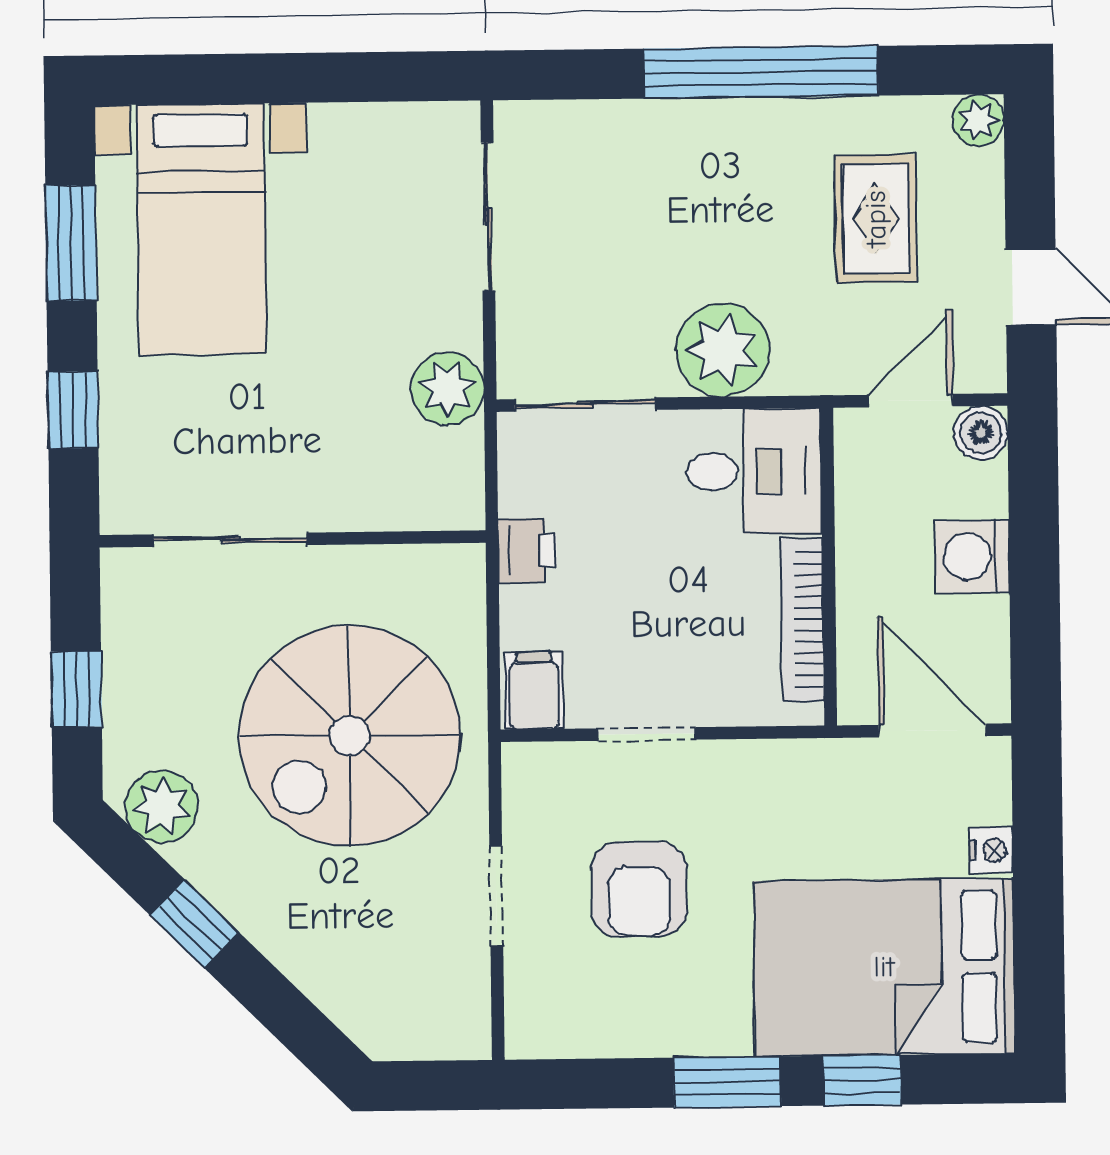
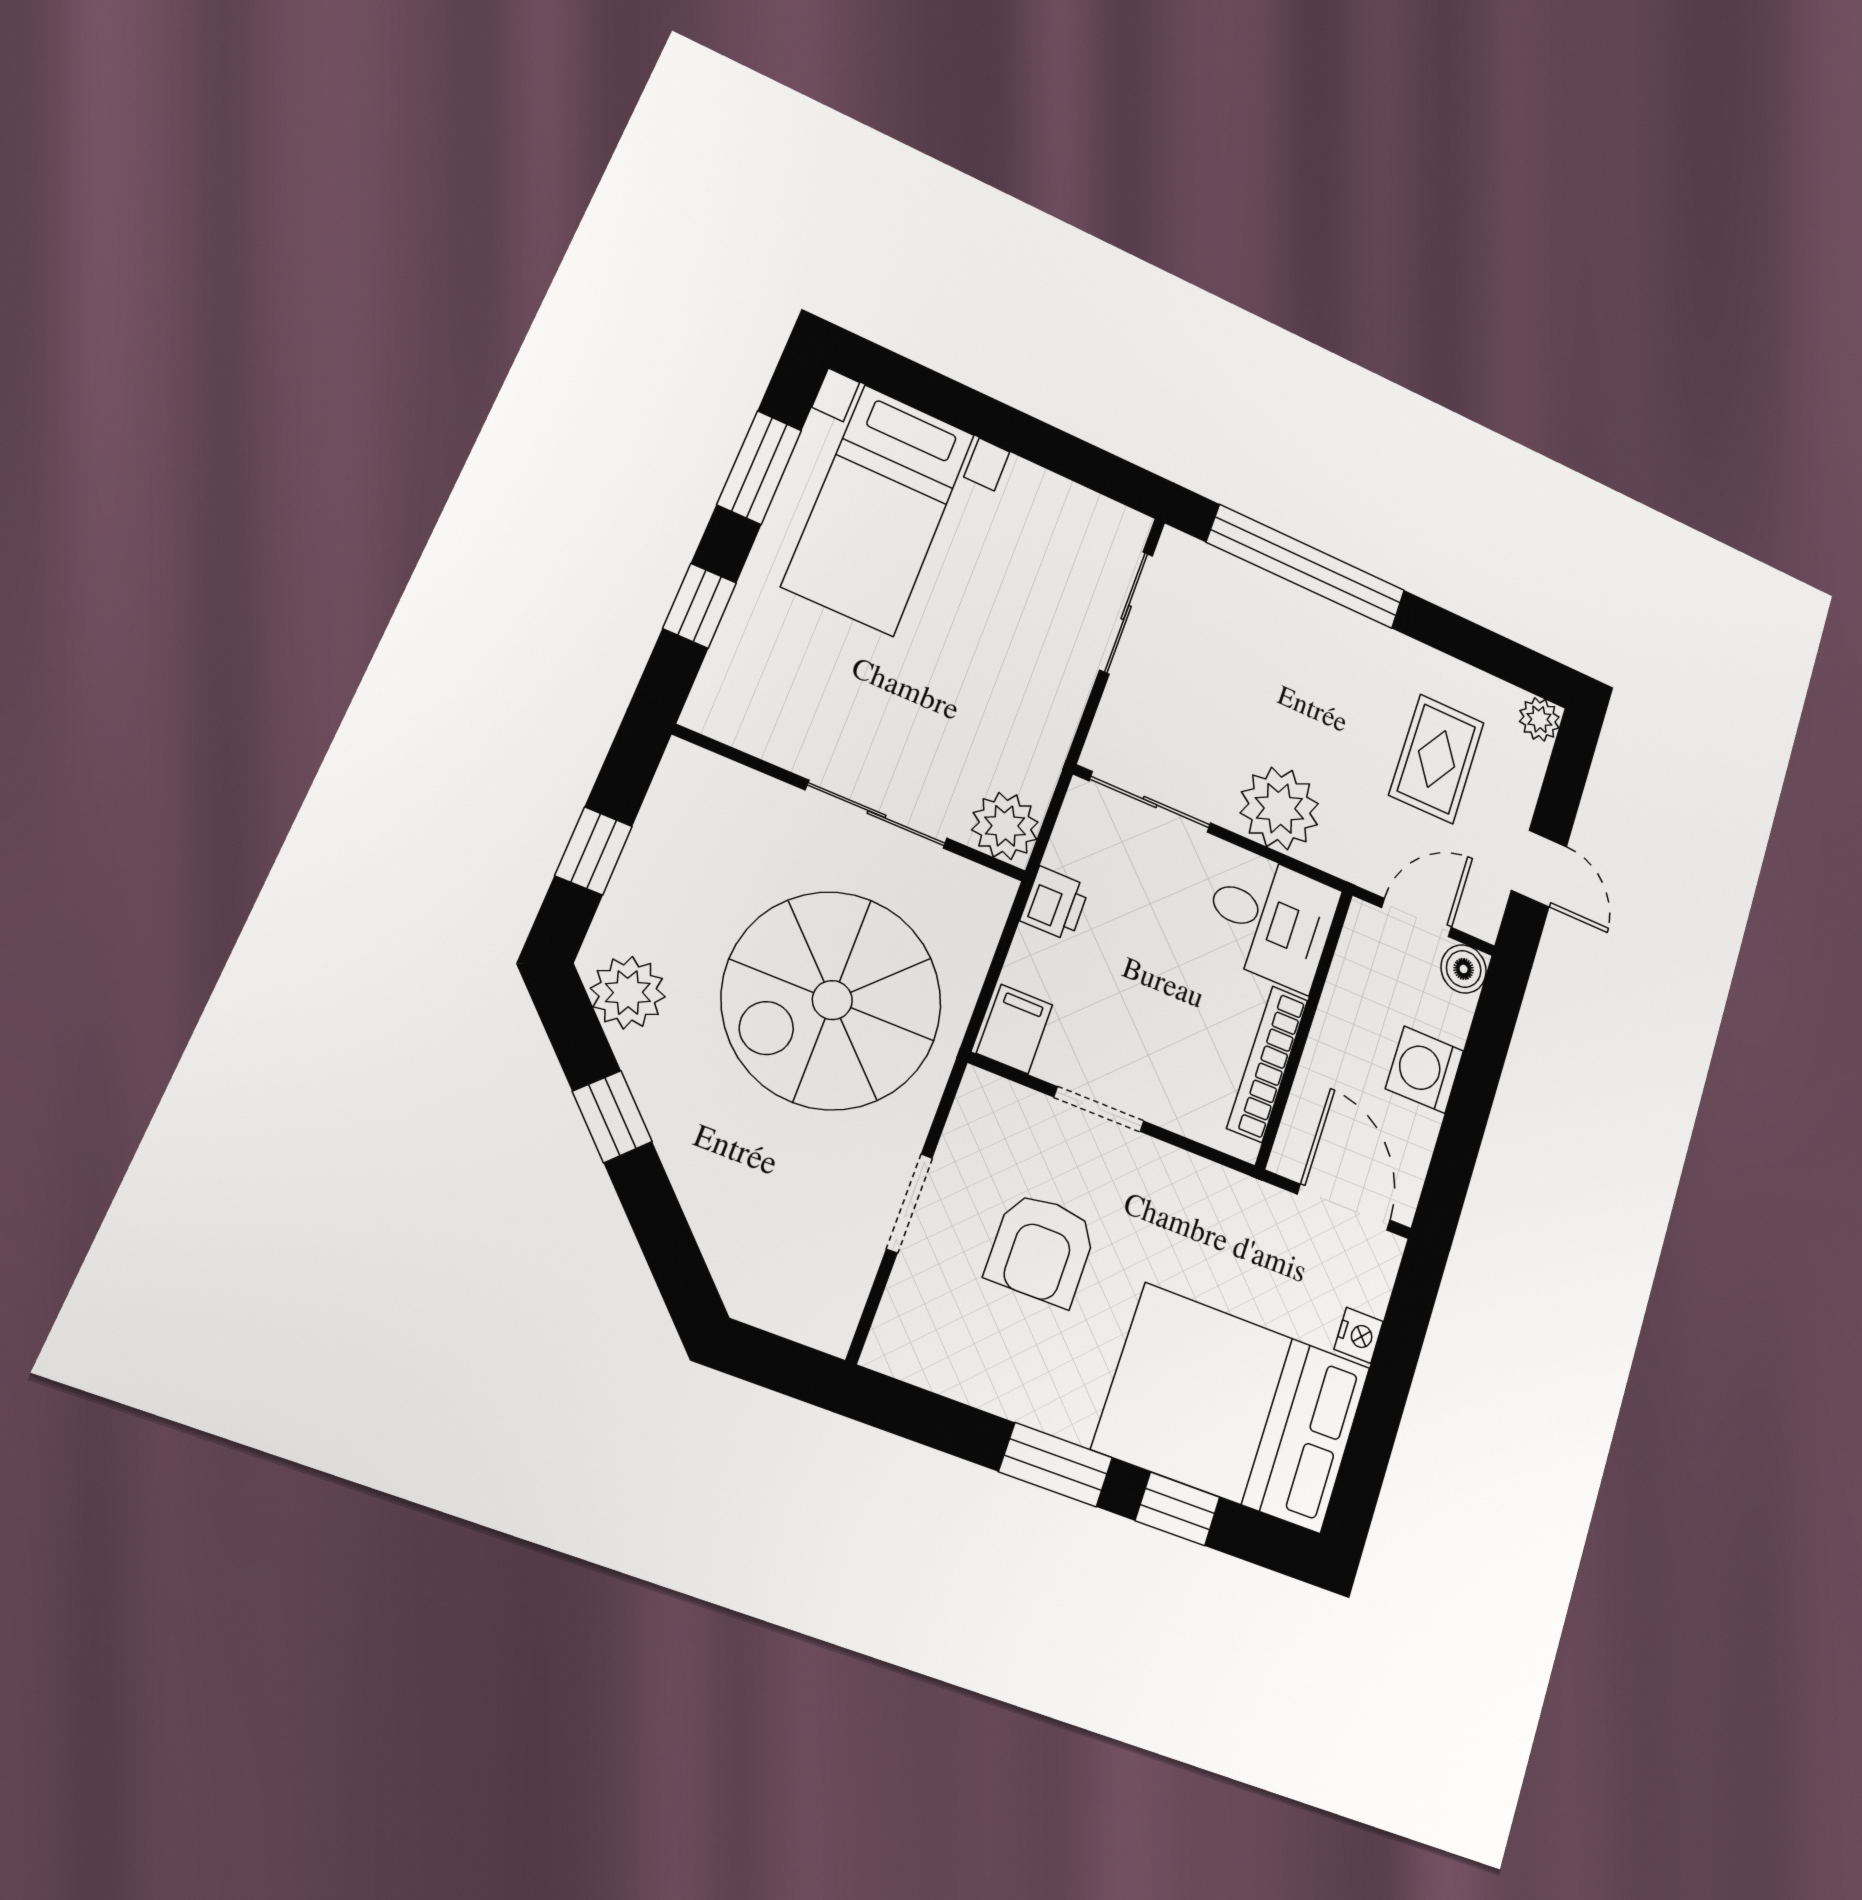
window: (761, 72) -> (1306, 567), moved
plant: (448, 389) -> (1005, 826), moved
sliding door: (230, 540) -> (876, 814), moved

